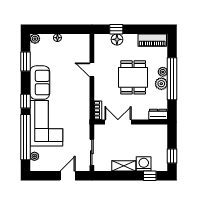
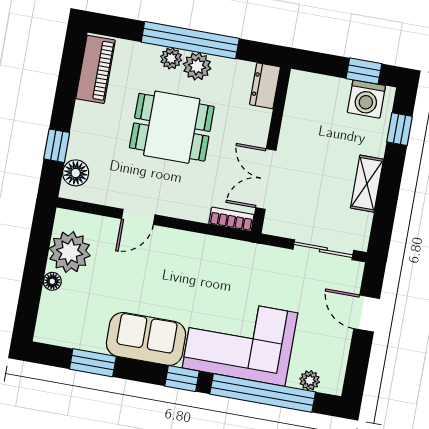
plant: (35, 39) -> (70, 252), moved, width x1.88, depth x1.88
floor lamp: (117, 39) -> (76, 173), moved
washing machine: (144, 164) -> (366, 99), moved, turned -90

